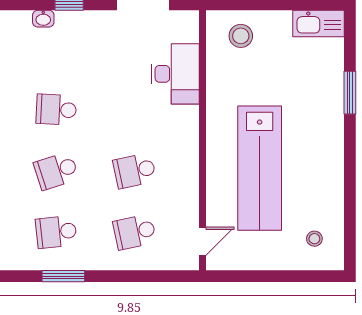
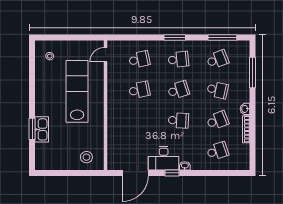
kitchen sink: (319, 24) -> (42, 129), moved, turned 90
desk: (175, 74) -> (164, 158), moved, turned -90

